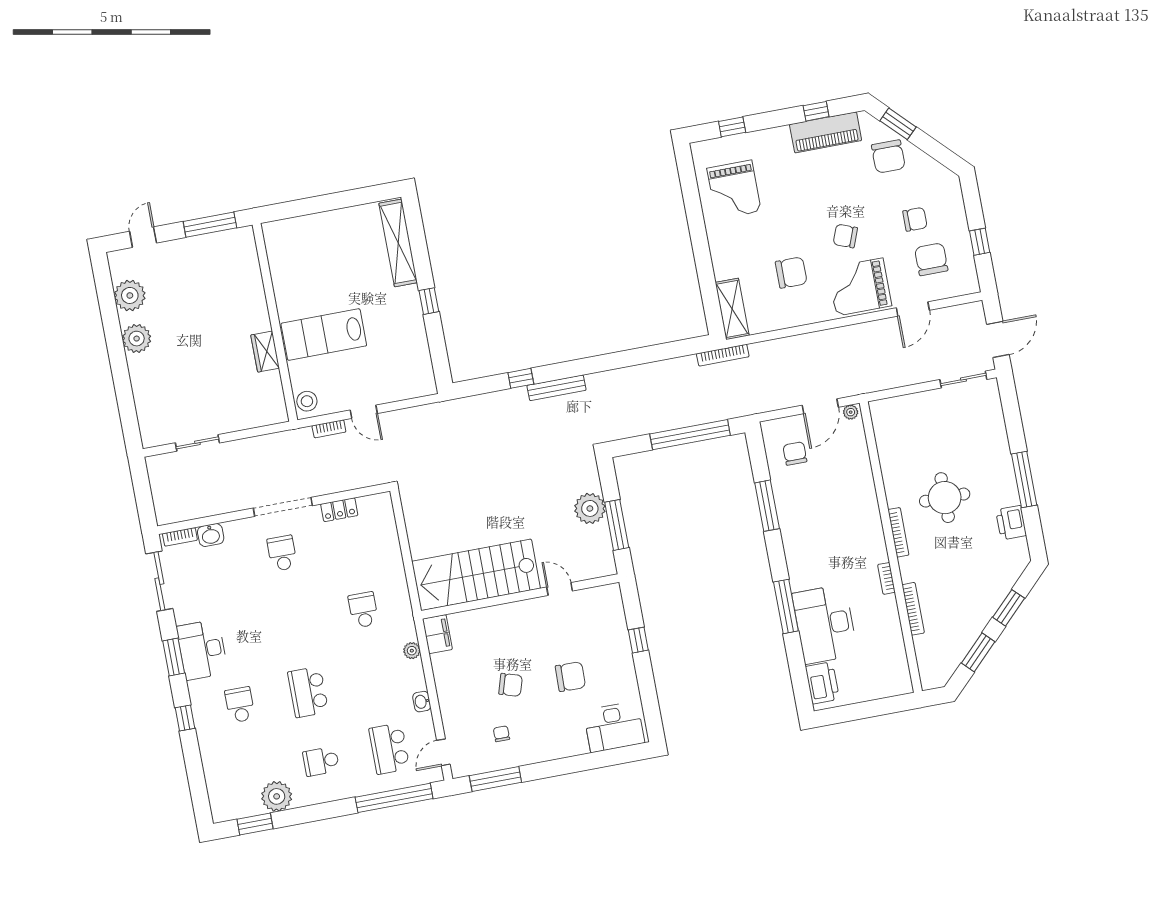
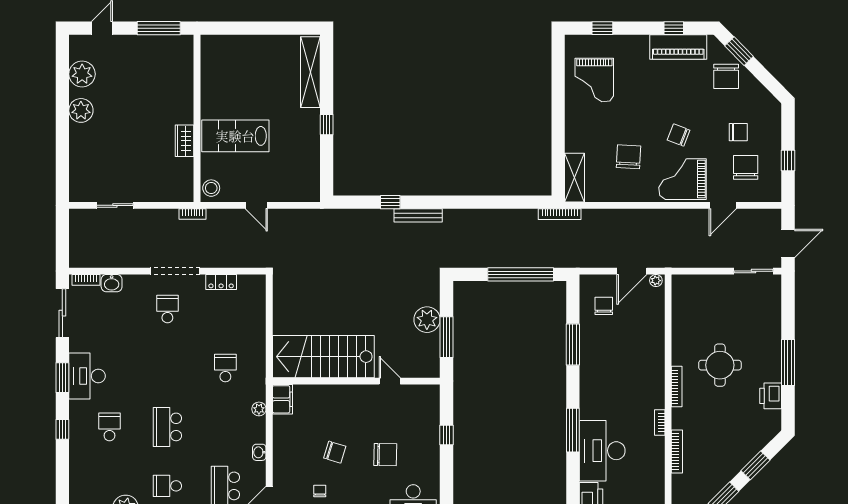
chair: (791, 273) -> (629, 157), turned -87
bookcase: (329, 429) -> (193, 214), moved

